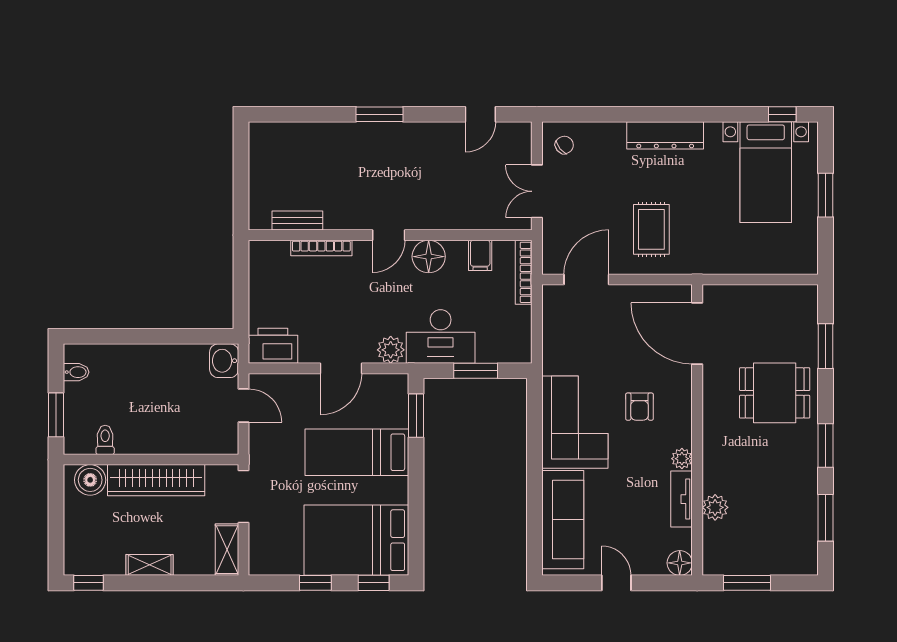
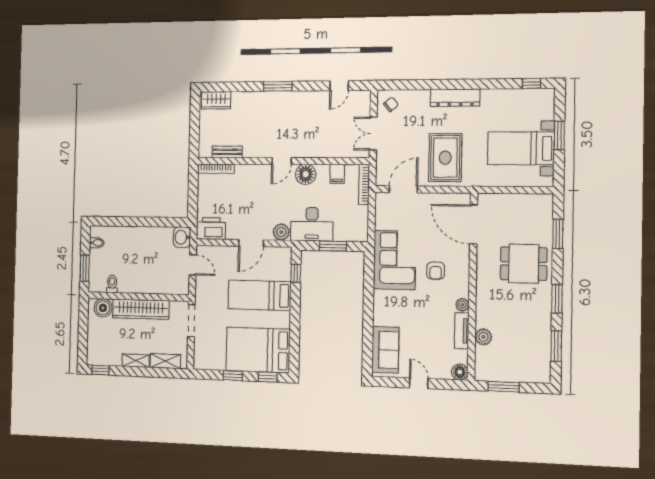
wardrobe: (277, 136) -> (216, 100), added
bed with nightstands: (766, 172) -> (521, 148), moved, turned 90
rug: (651, 229) -> (445, 158), width x1.36, depth x1.43
bookcase: (321, 248) -> (216, 169), moved
window: (416, 416) -> (296, 273), width x0.67
corner sofa: (575, 422) -> (395, 260), moved
sofa: (563, 520) -> (385, 350), width x0.73
shelving: (227, 550) -> (165, 361), moved, turned 90

